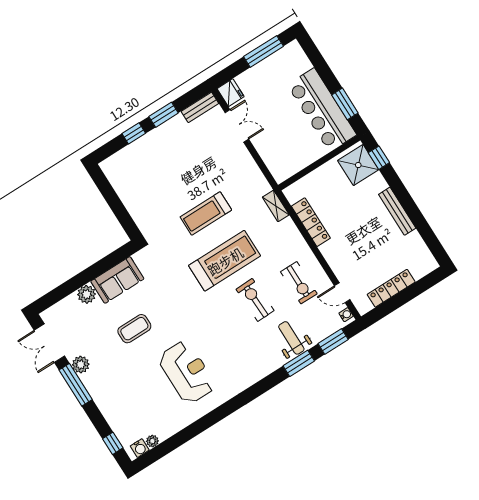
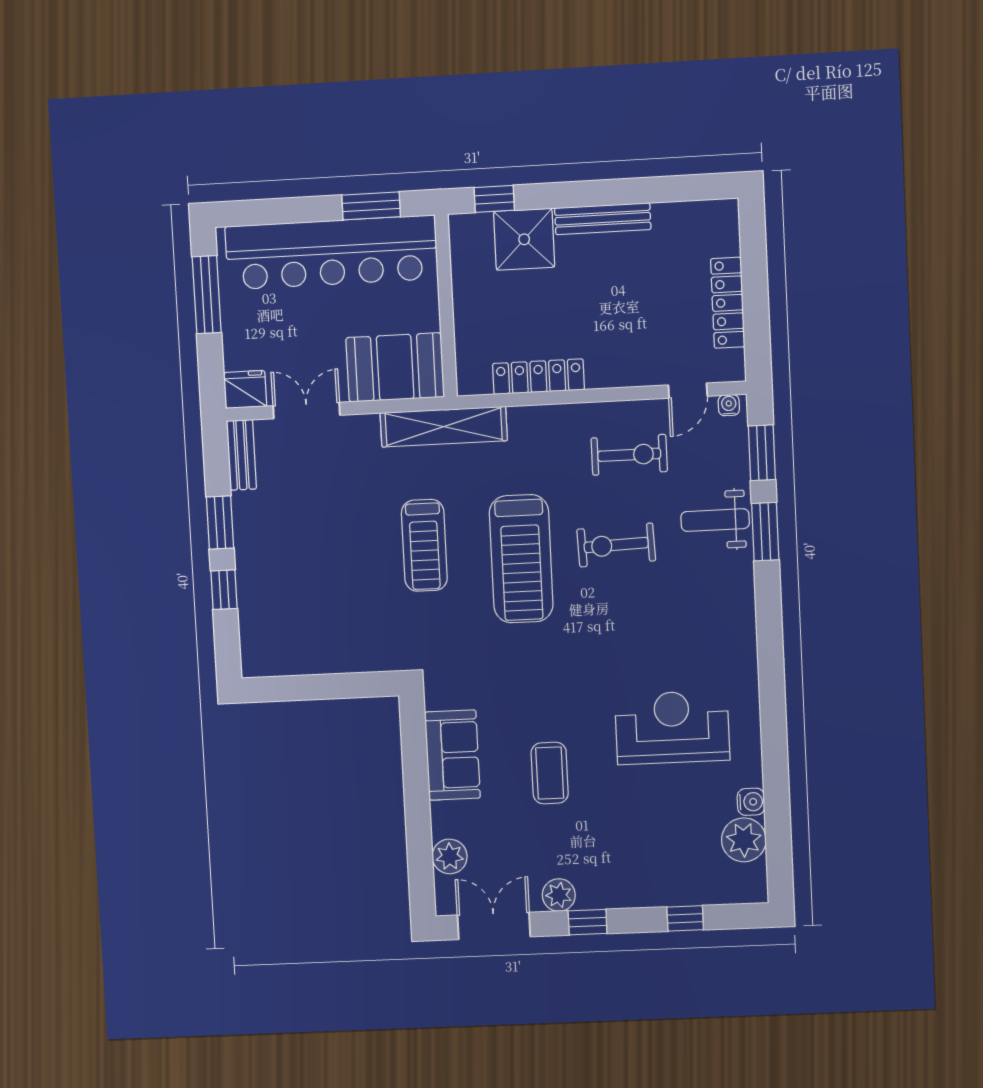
bar counter: (322, 110) -> (331, 253), width x1.36
booth: (279, 155) -> (395, 367), added
shower: (358, 165) -> (524, 239), moved
shelving: (276, 206) -> (444, 427), width x2.20, depth x1.33
treadmill: (225, 261) -> (521, 559), turned 180
plant: (87, 294) -> (450, 856), moved
double door: (49, 343) -> (494, 926), swing flipped
window: (76, 385) -> (588, 922), width x0.46
plant: (152, 441) -> (744, 840), width x1.88, depth x1.88
window: (113, 443) -> (685, 918), moved
water cooler: (140, 448) -> (751, 802), moved

